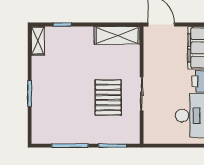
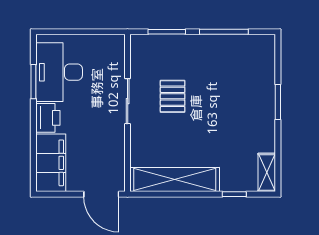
shelving: (117, 35) -> (175, 180), width x1.47
pallet: (108, 98) -> (173, 96), width x0.67, depth x0.71

